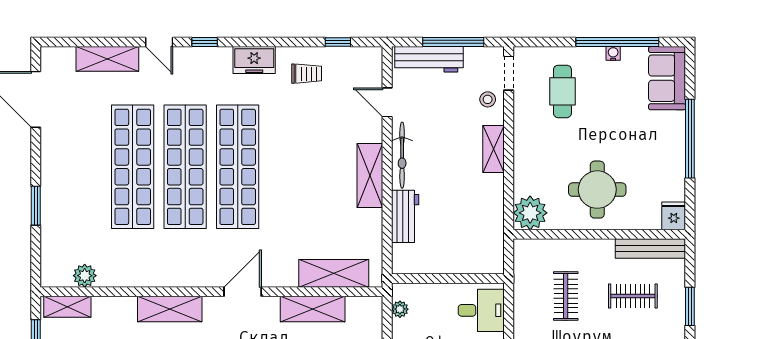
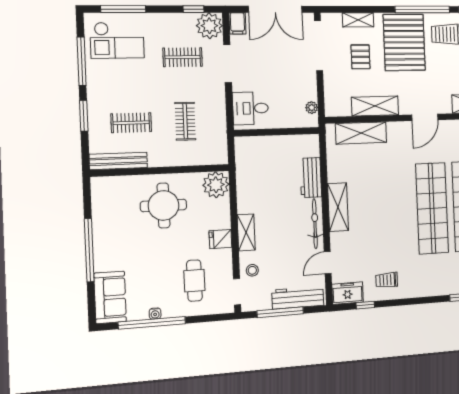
freezer: (254, 60) -> (348, 293), moved
door: (387, 102) -> (328, 263), swing flipped
fridge: (674, 216) -> (220, 239), moved, turned 90

